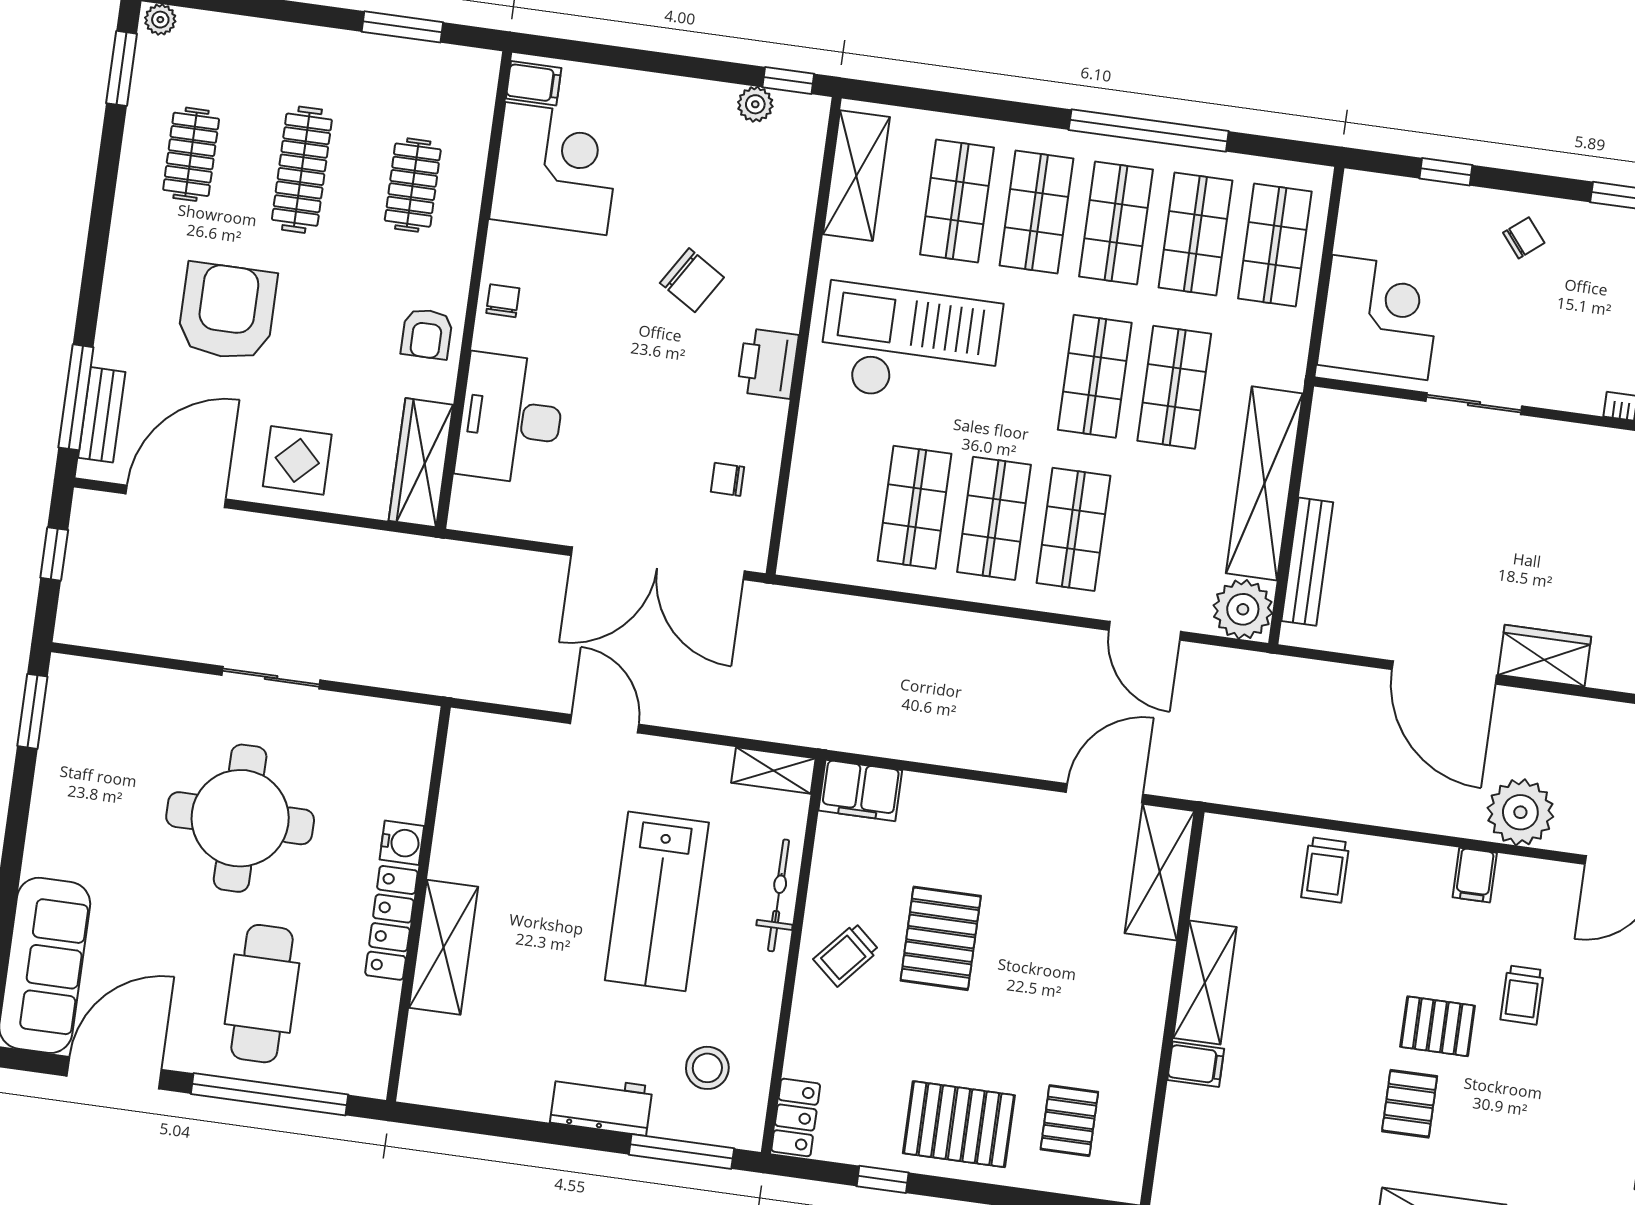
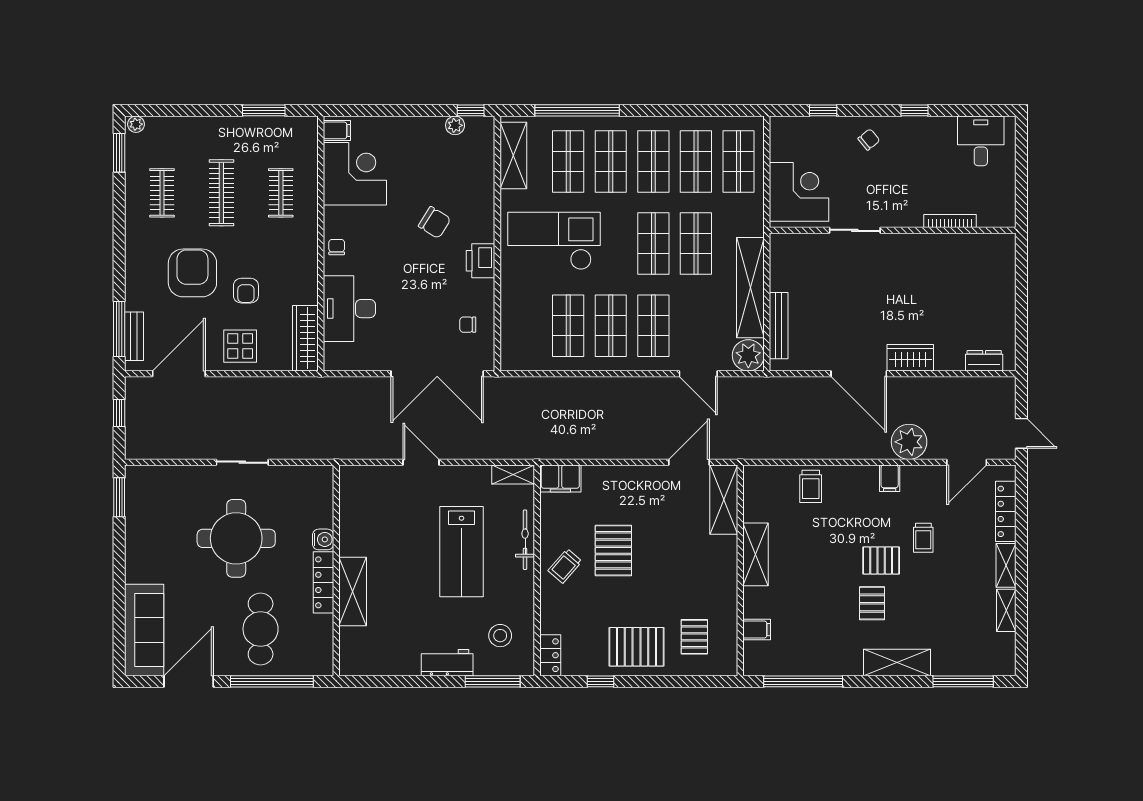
window: (1149, 131) -> (577, 110), moved
armchair: (427, 334) -> (246, 291), moved
filing cabinet: (1196, 1064) -> (757, 630), moved

